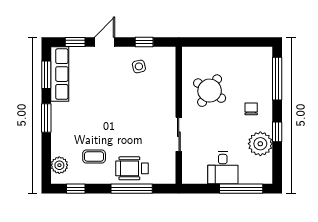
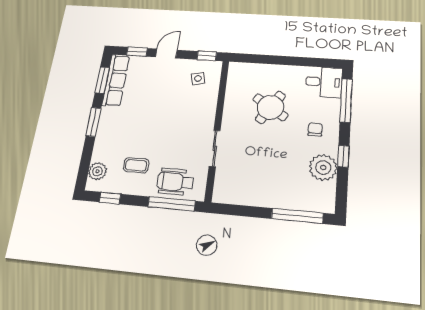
wall: (179, 115) -> (217, 129), moved
sliding door: (179, 134) -> (215, 148), moved
desk: (223, 168) -> (324, 82), moved, turned -90

